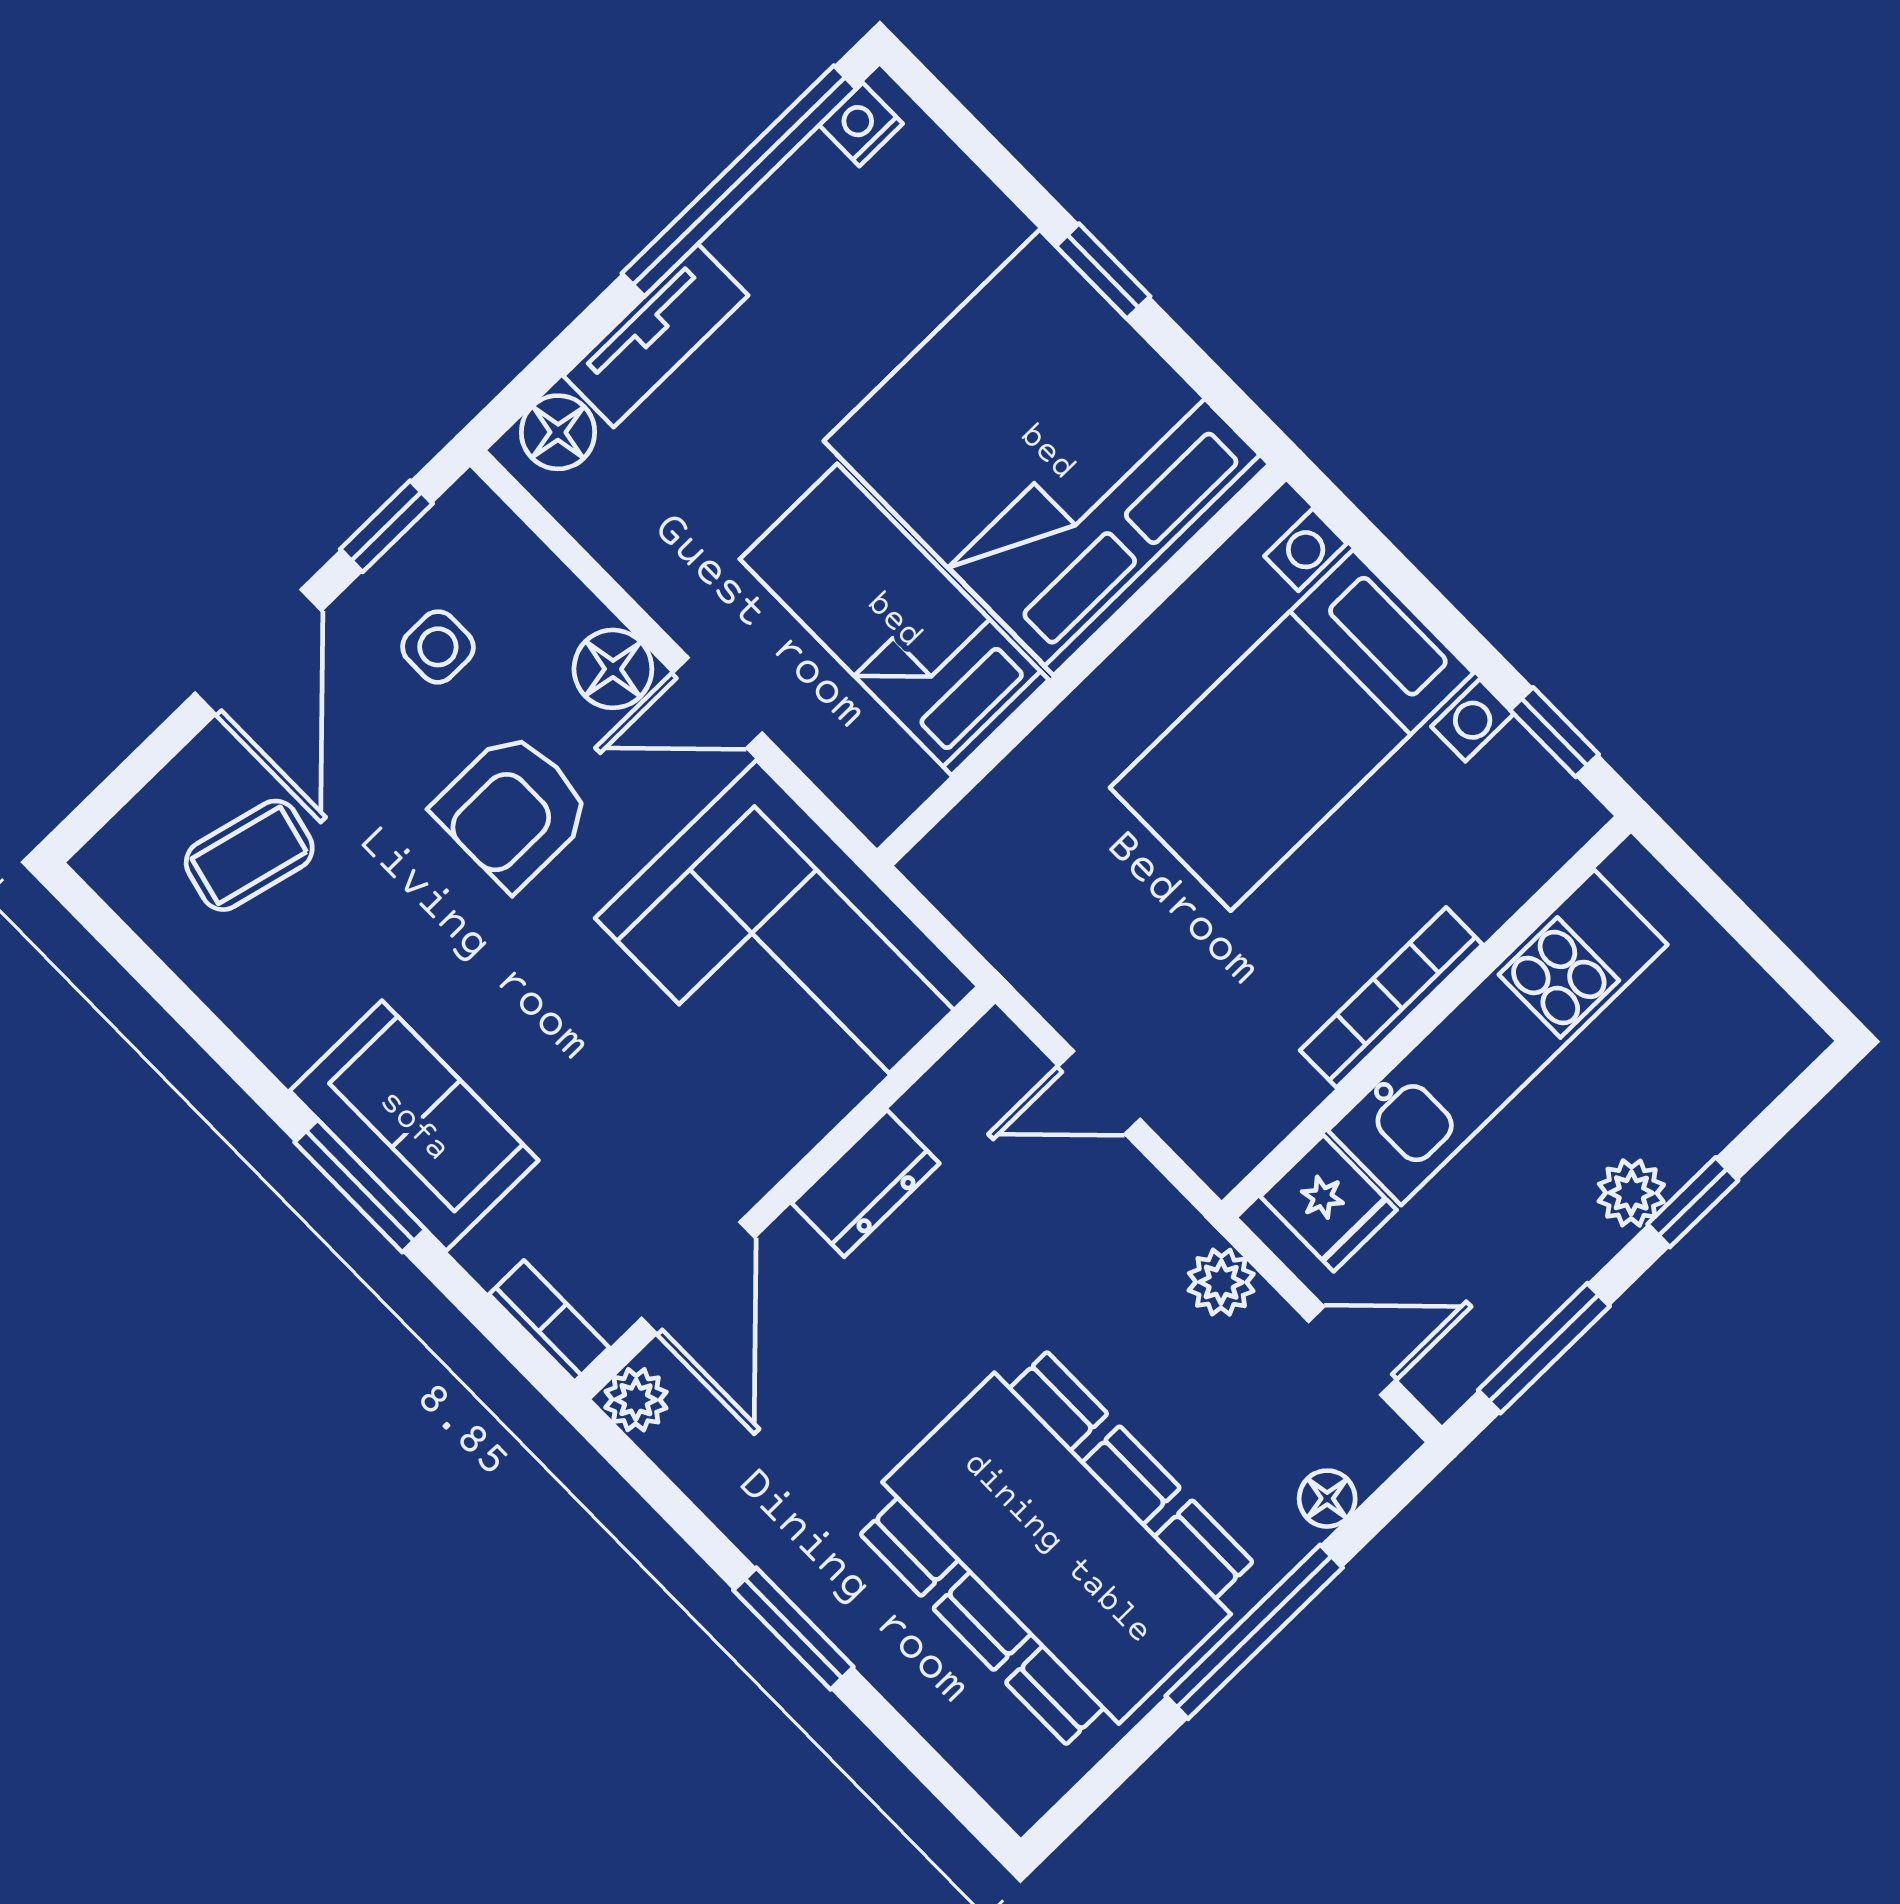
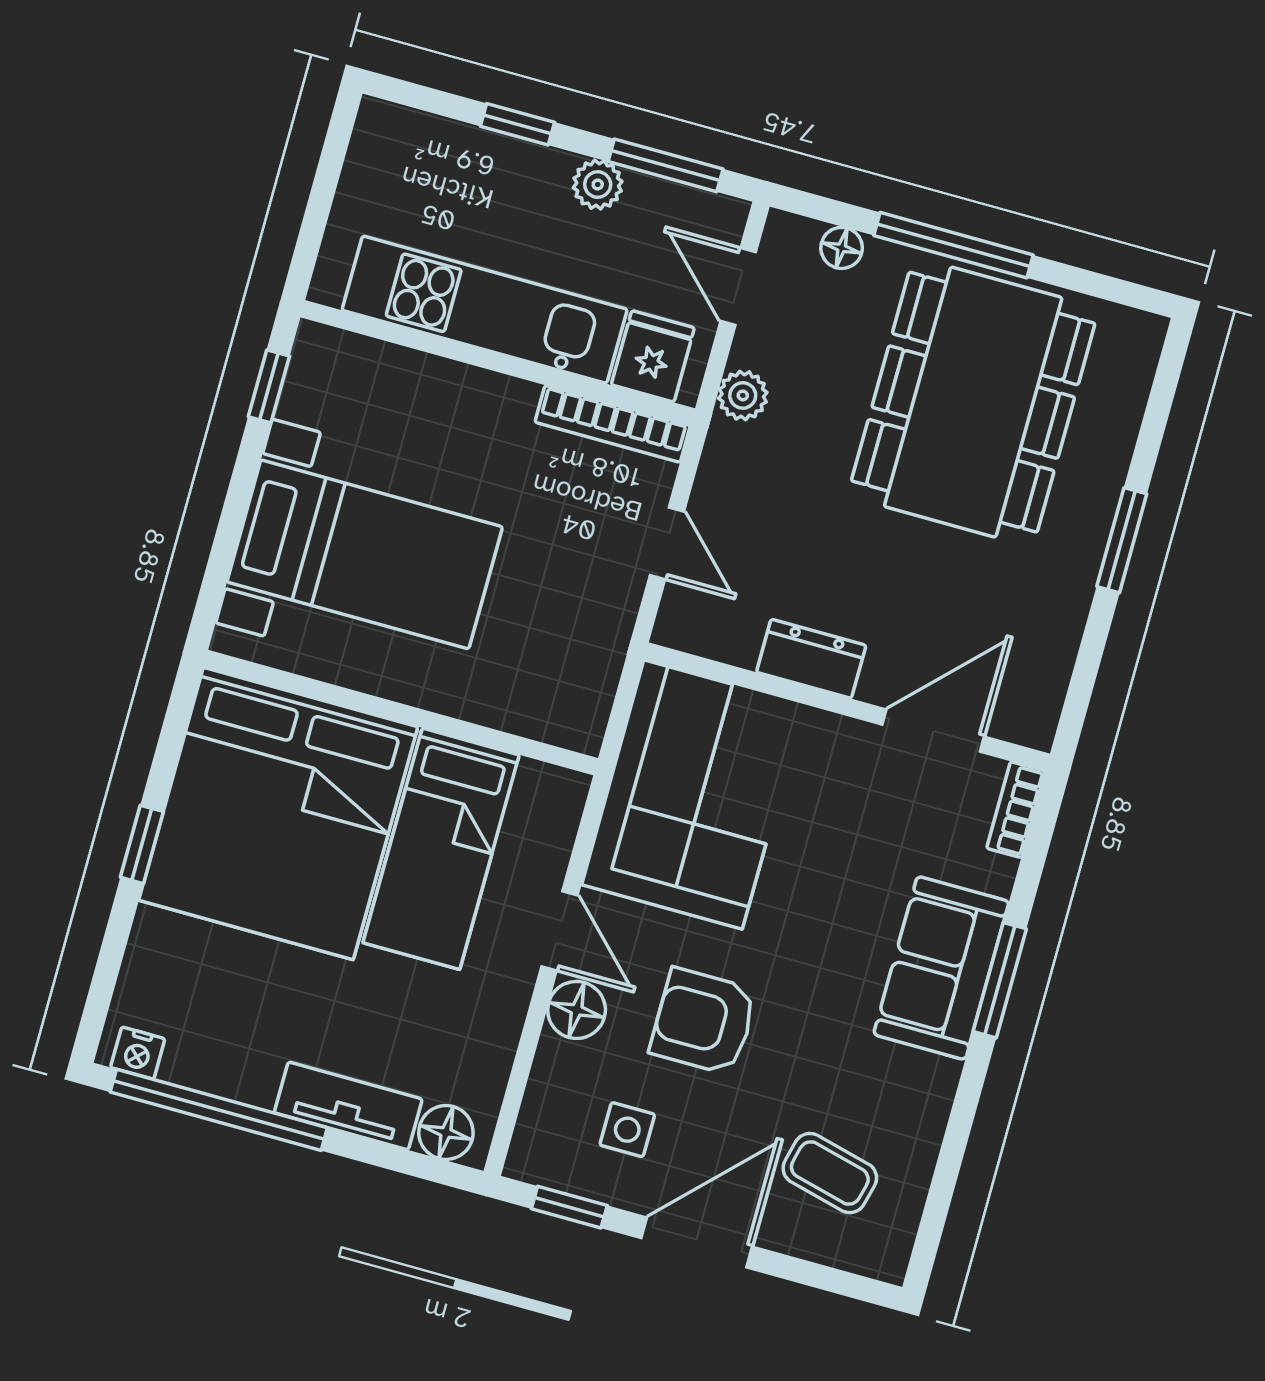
armchair: (513, 810) -> (704, 1021), turned 180
bookcase: (1391, 997) -> (613, 424), moved
plant: (1631, 1193) -> (598, 185), moved
plant: (636, 1400) -> (1034, 725), removed

